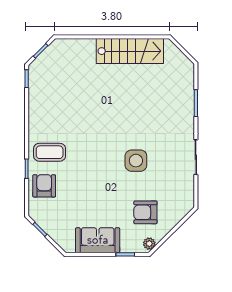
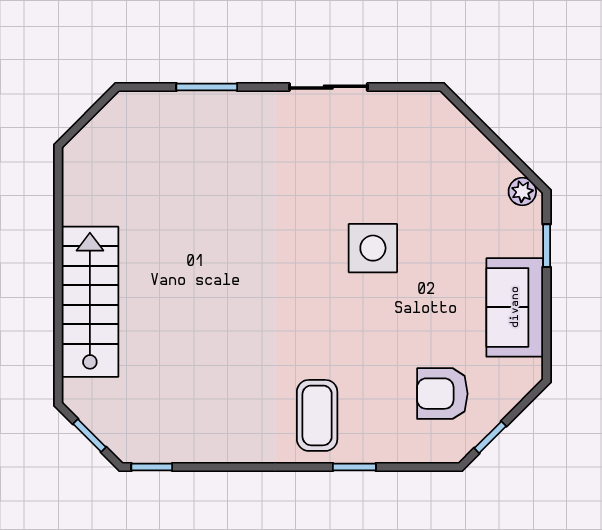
stairs: (130, 51) -> (90, 302), moved
side table: (136, 161) -> (373, 248), moved
armchair: (44, 186) -> (442, 394), moved
armchair: (145, 212) -> (452, 200), removed

